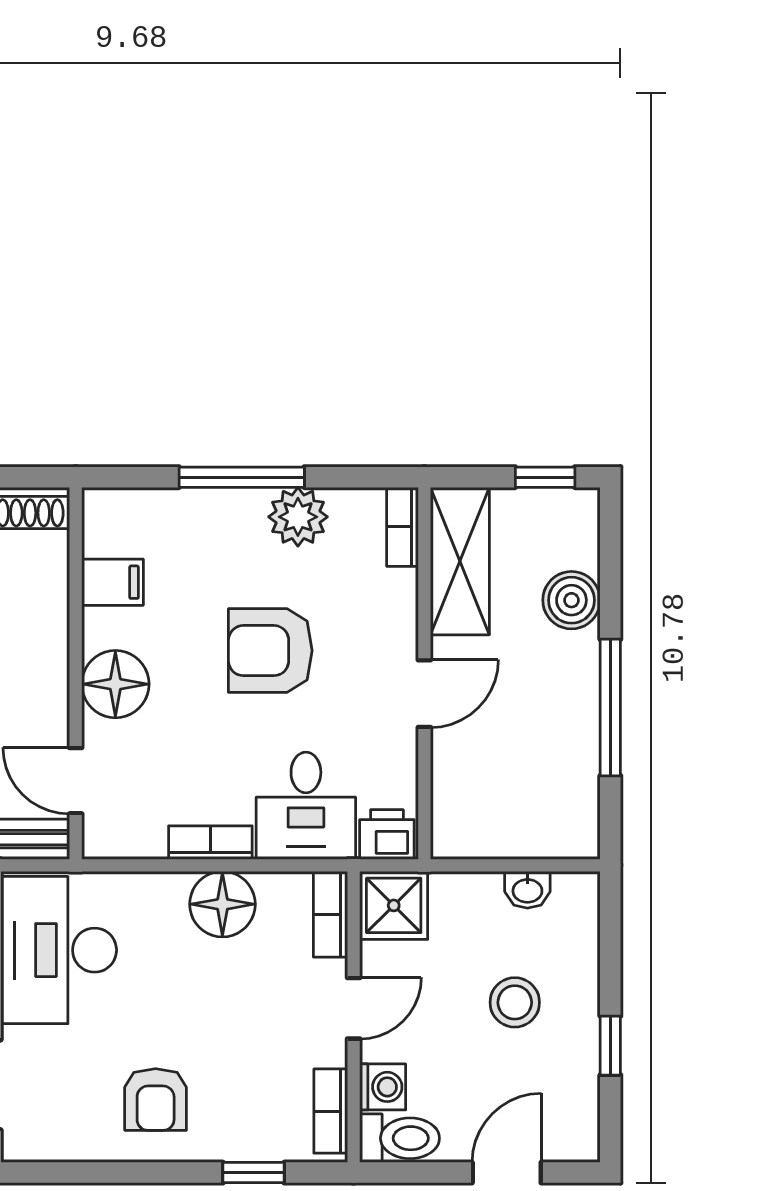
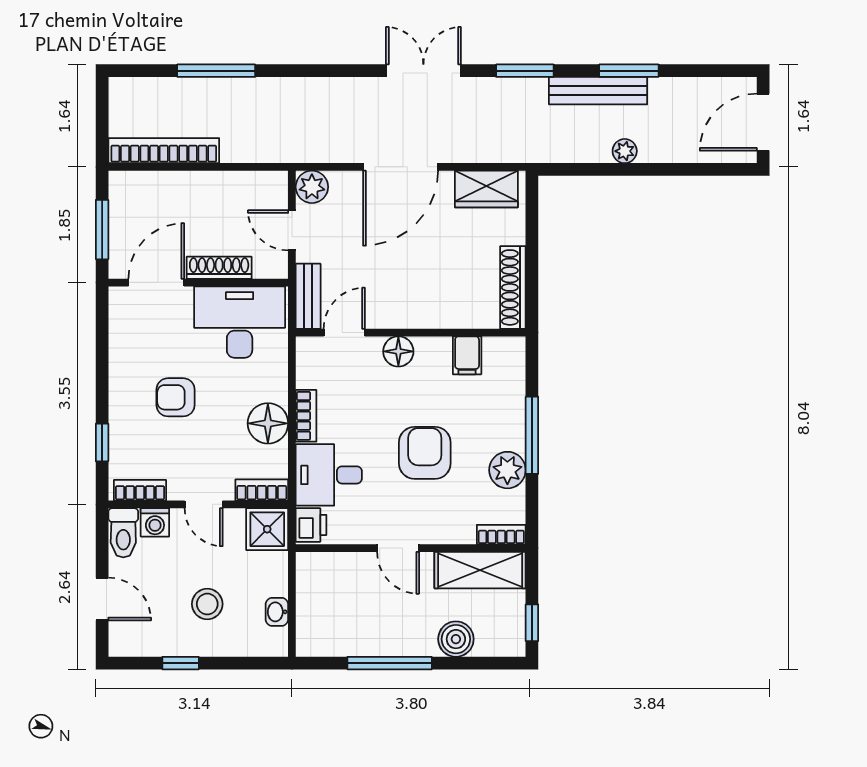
floor lamp: (115, 684) -> (398, 351), width x0.73, depth x0.73
armchair: (156, 1100) -> (176, 397), moved

